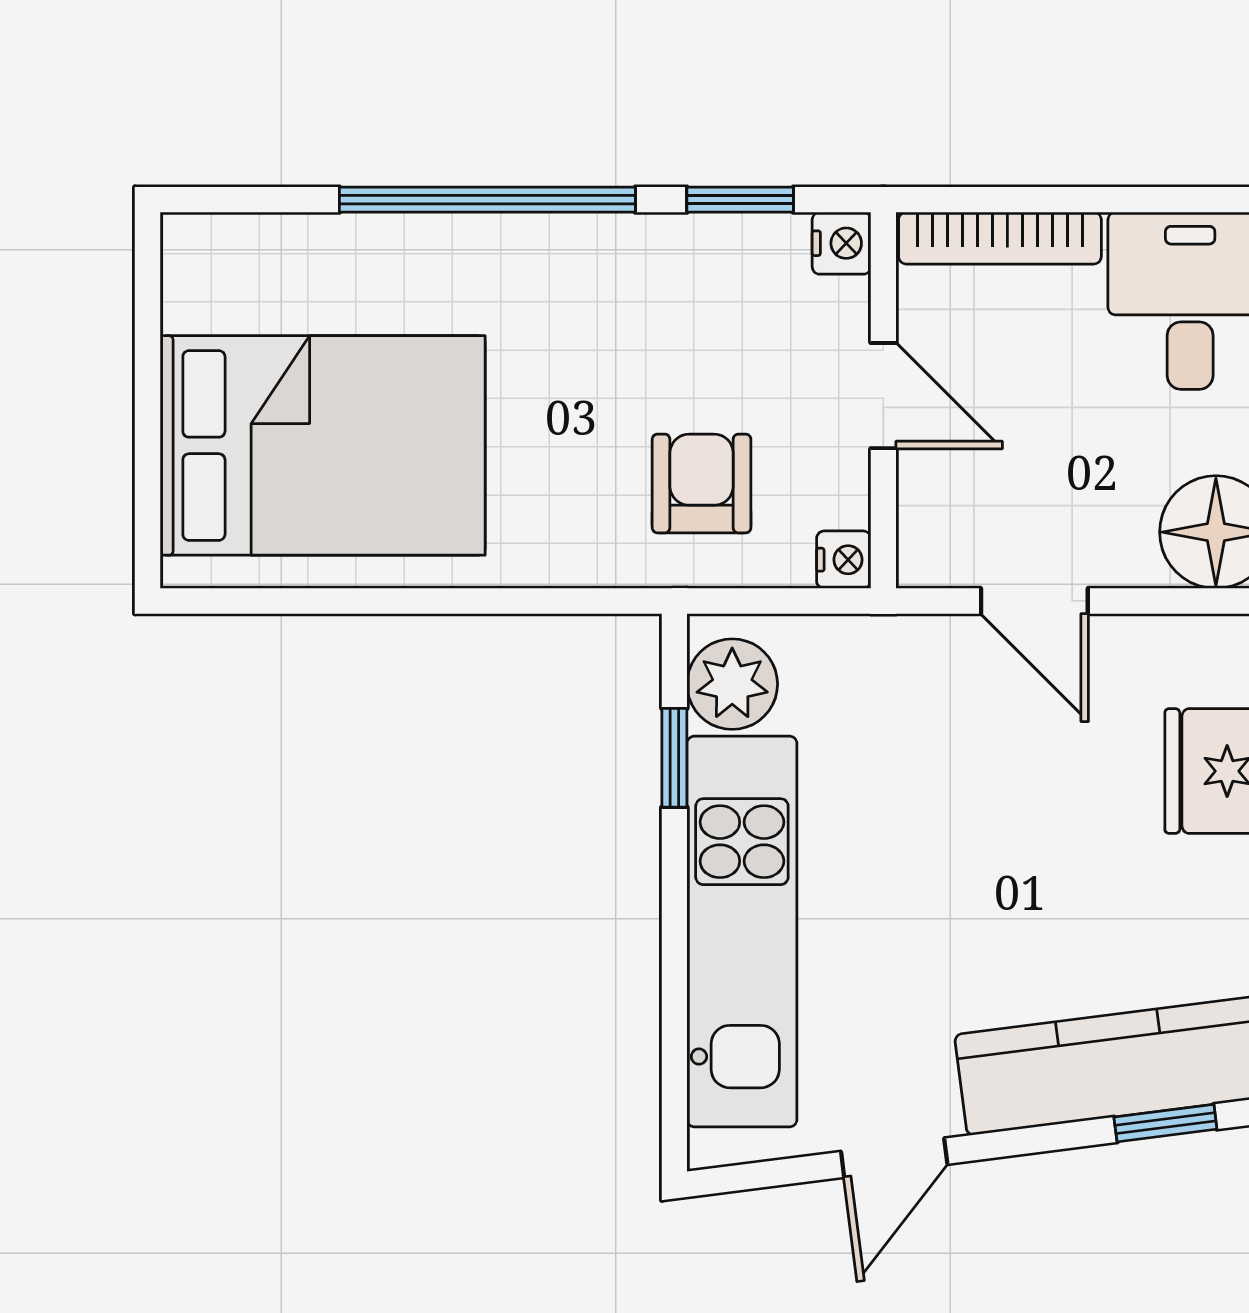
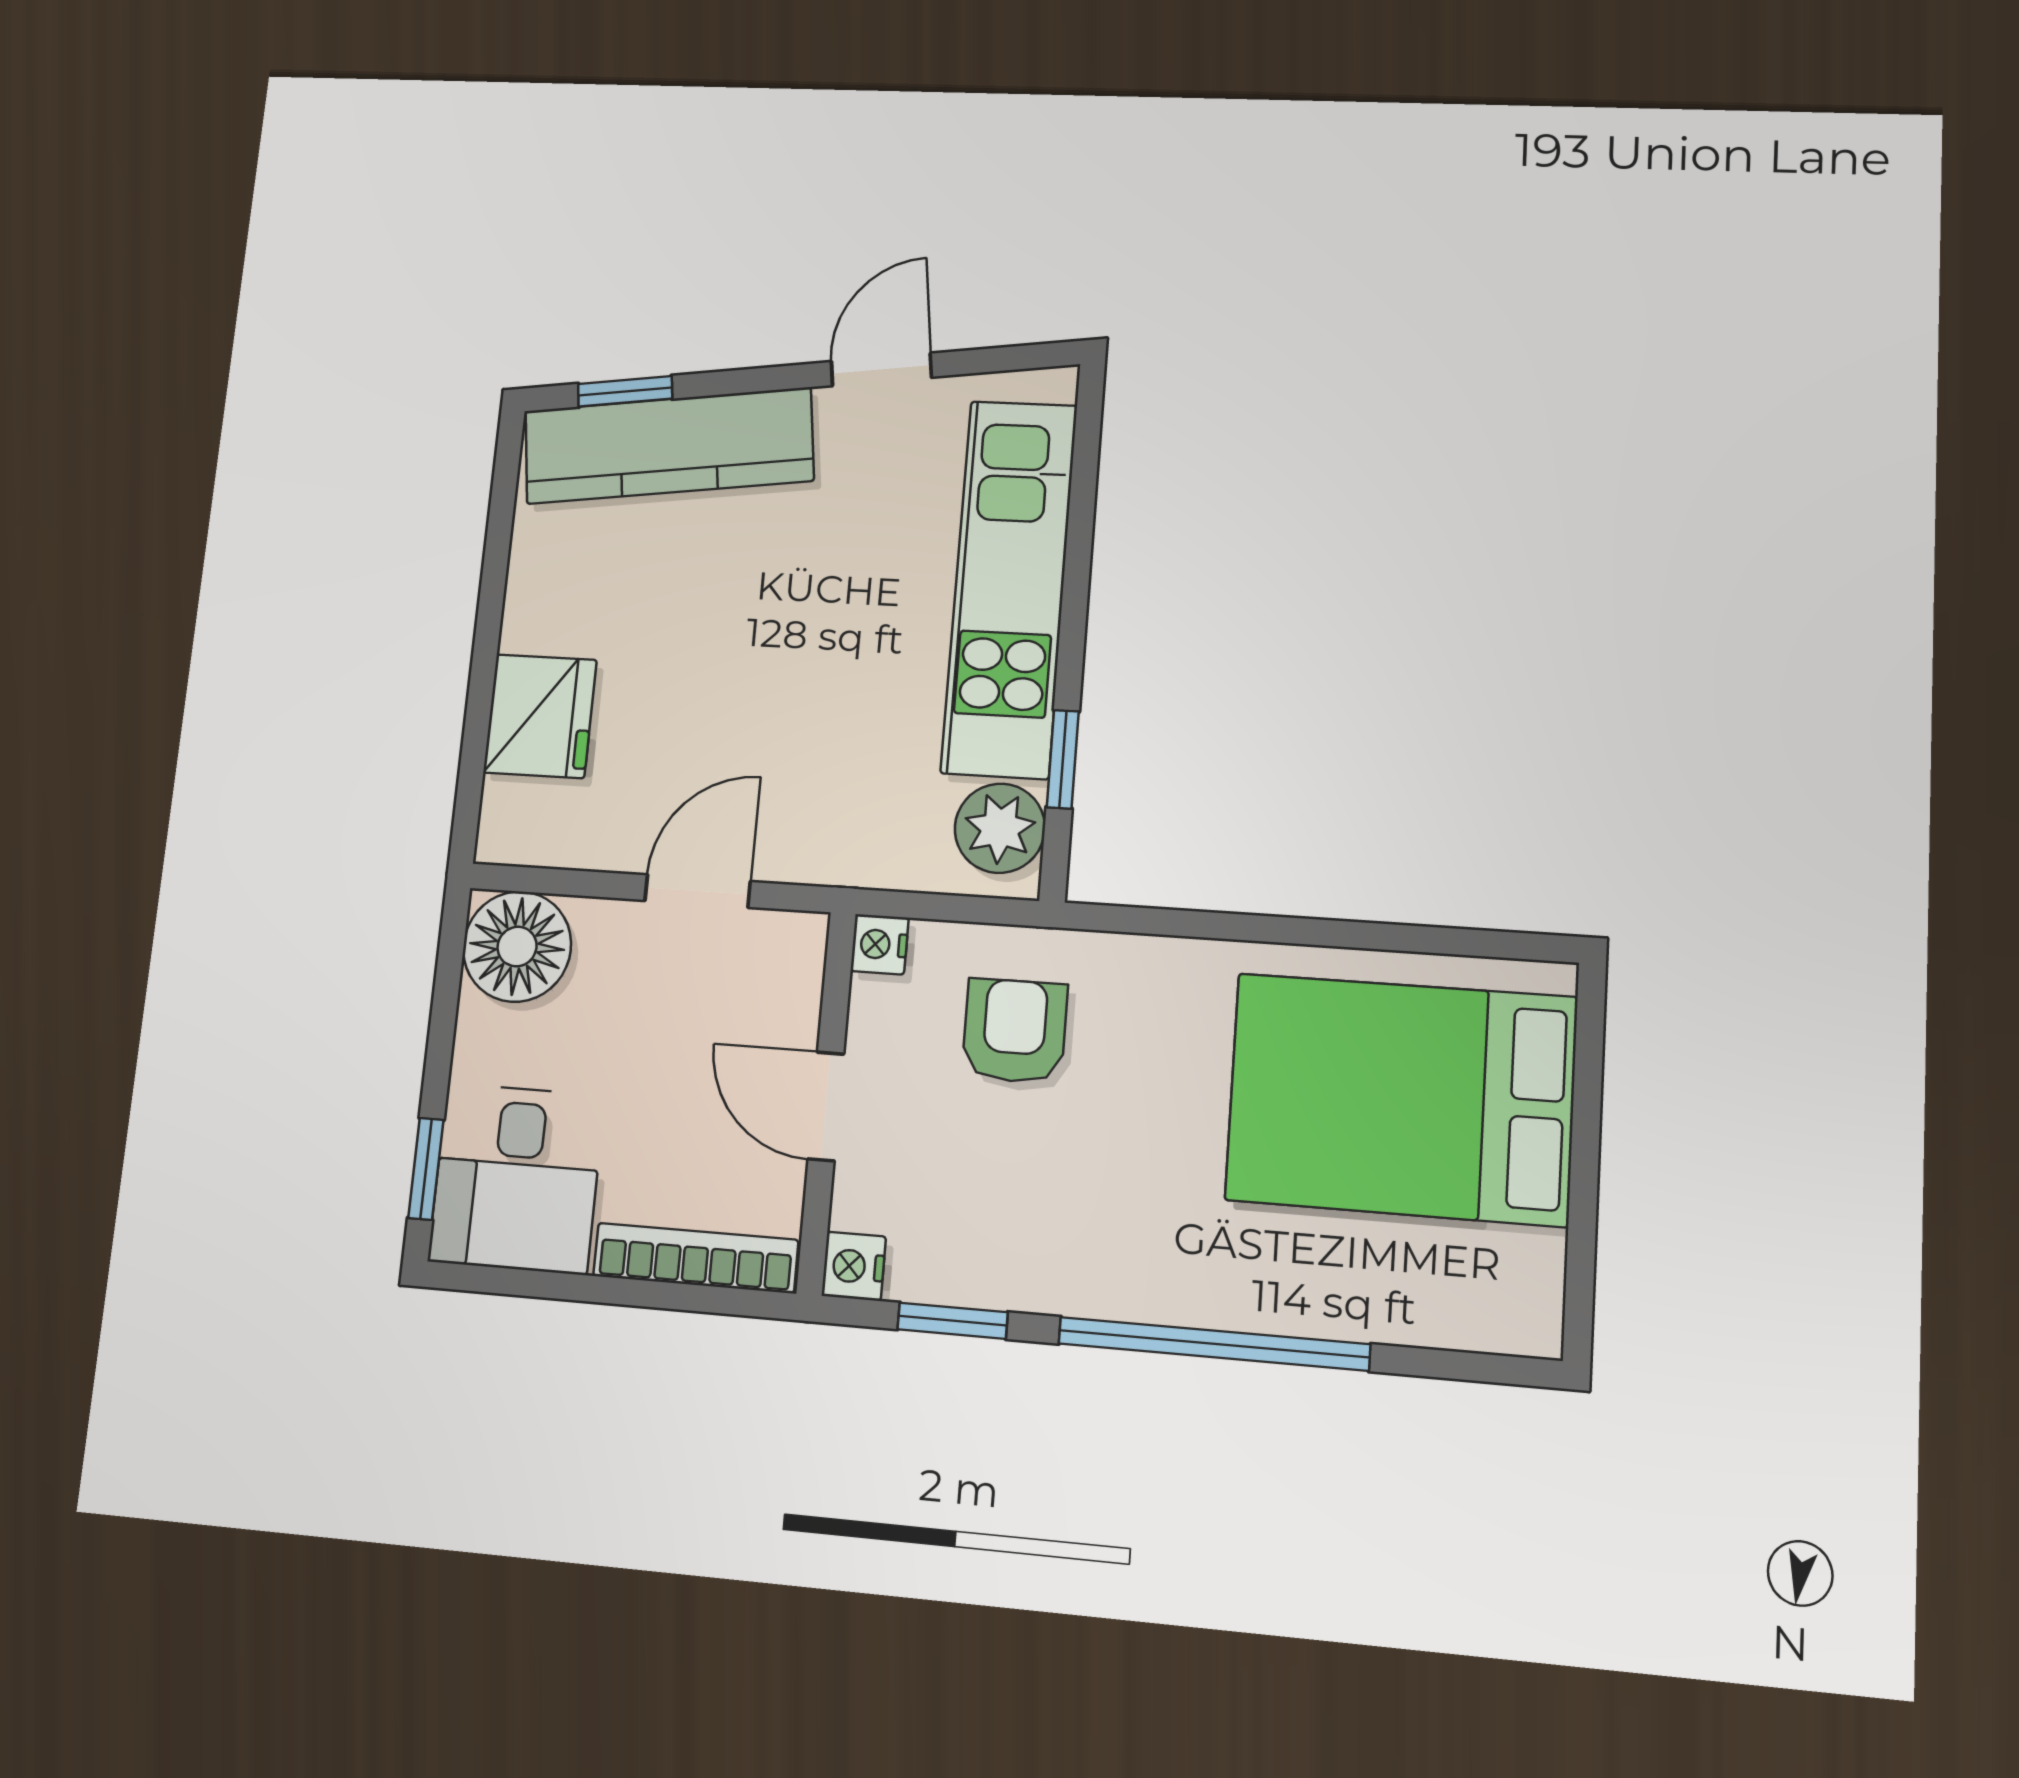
armchair: (702, 484) -> (1015, 1031), turned 180
door: (1034, 601) -> (698, 891), hinge flipped

